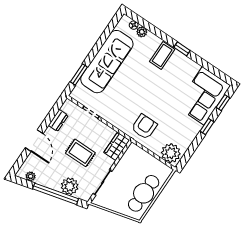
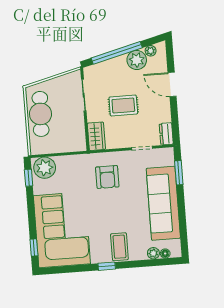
corner sofa: (203, 96) -> (62, 230), width x1.36, depth x1.36
dresser: (58, 120) -> (166, 134), moved
window: (207, 126) -> (29, 178), moved
armchair: (144, 127) -> (107, 177), moved
plant: (70, 186) -> (137, 60), moved

